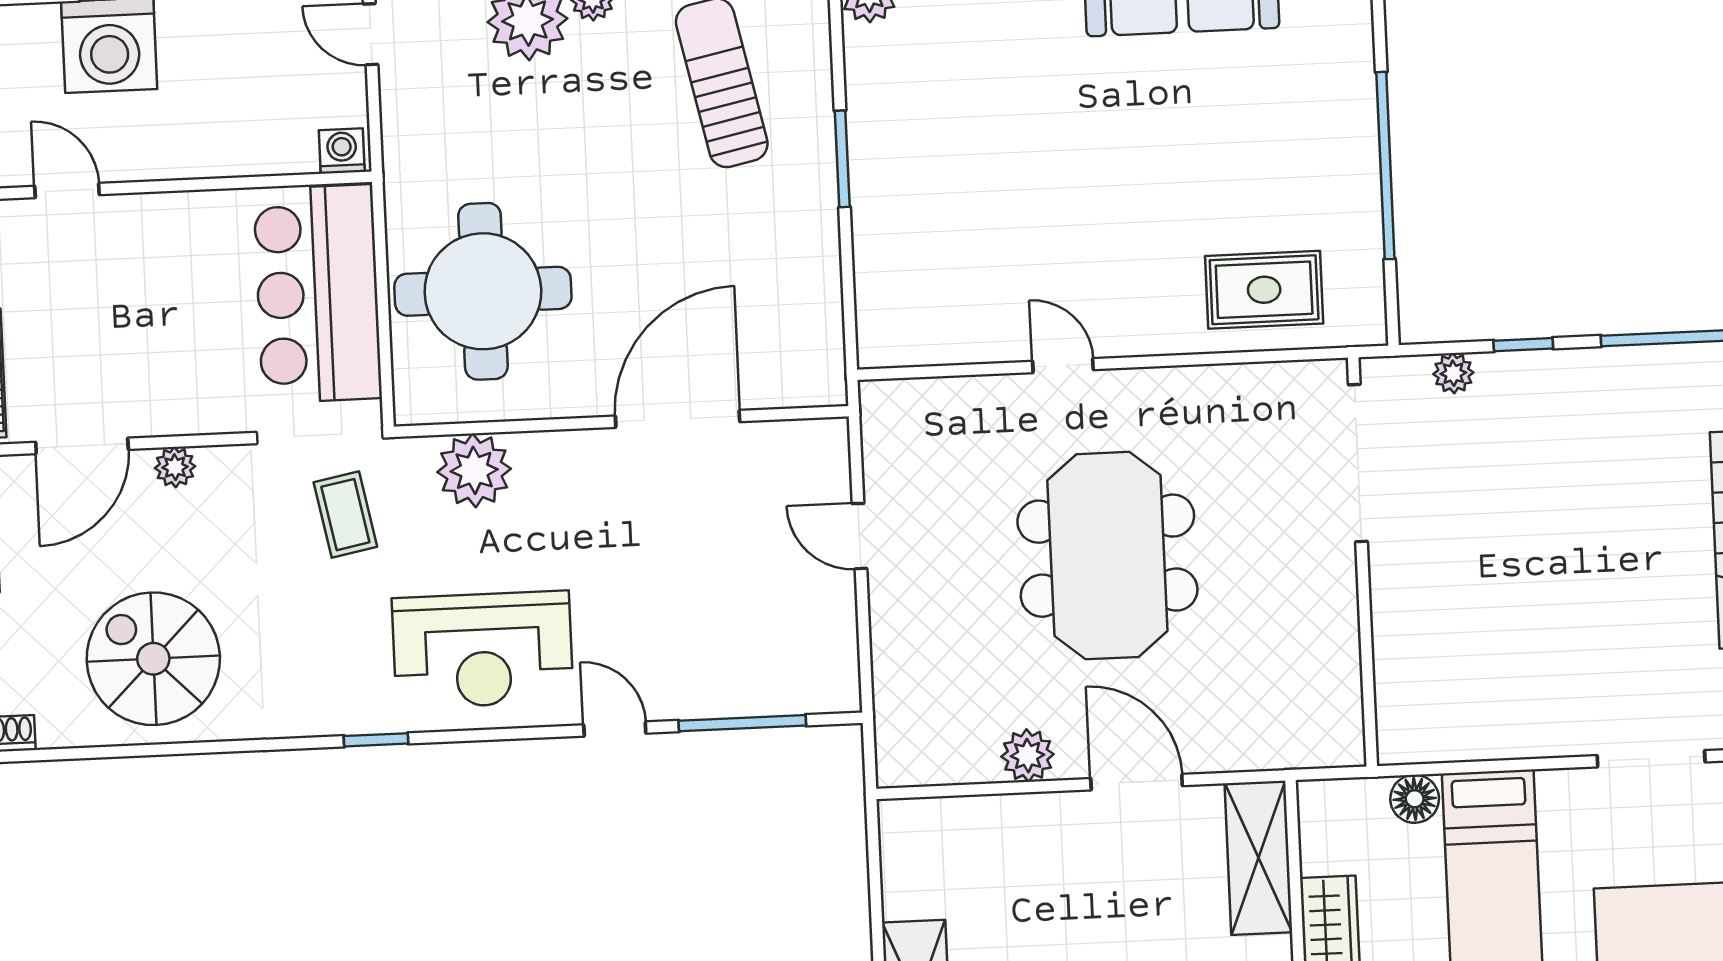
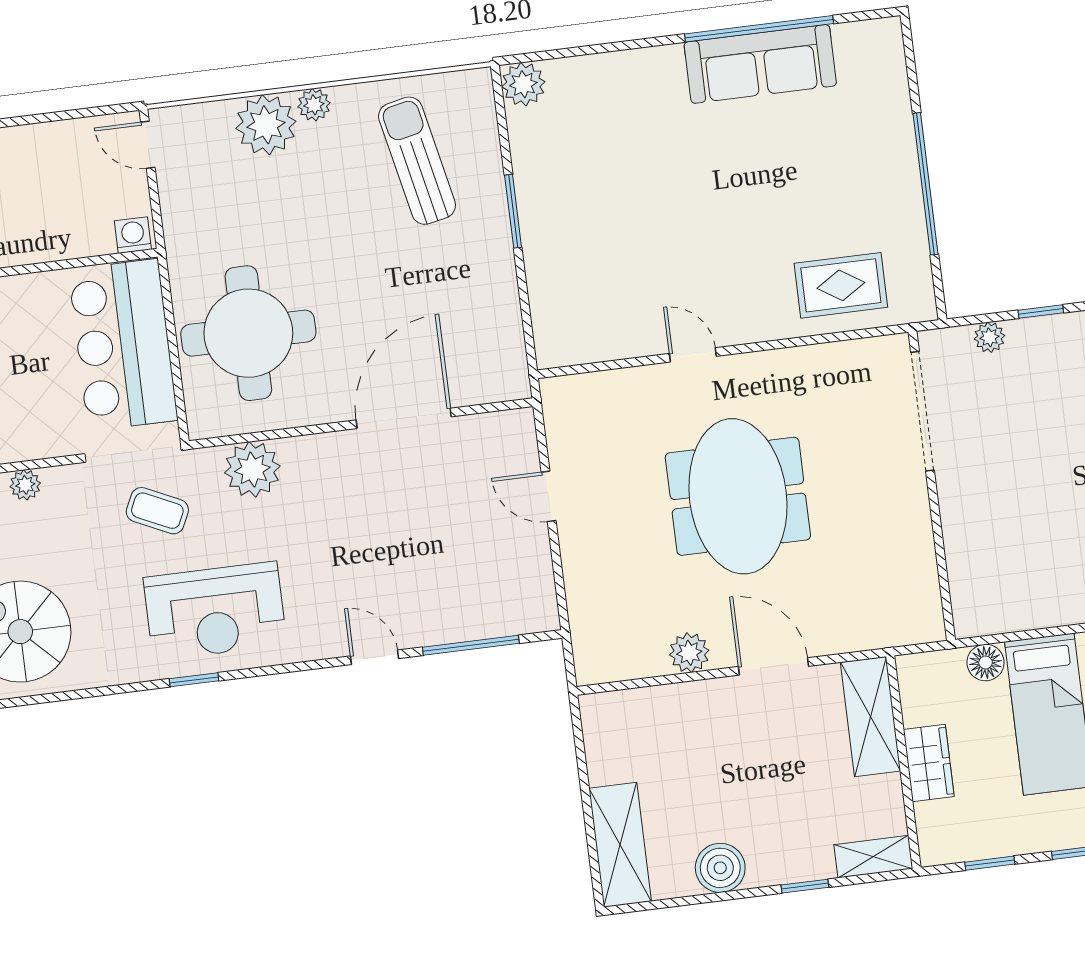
coffee table: (345, 515) -> (157, 511), turned -54
reception desk: (483, 650) -> (215, 611), moved

